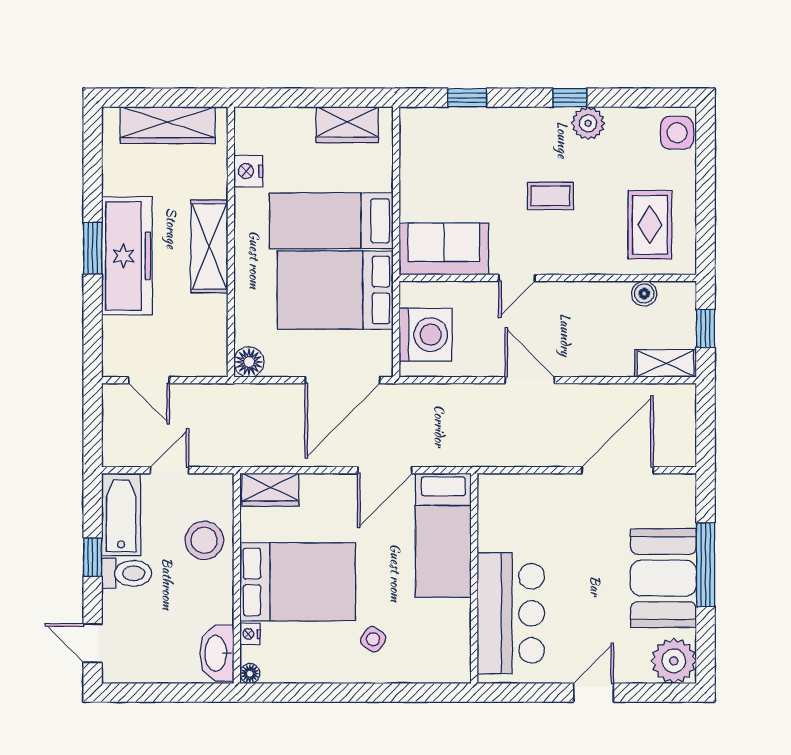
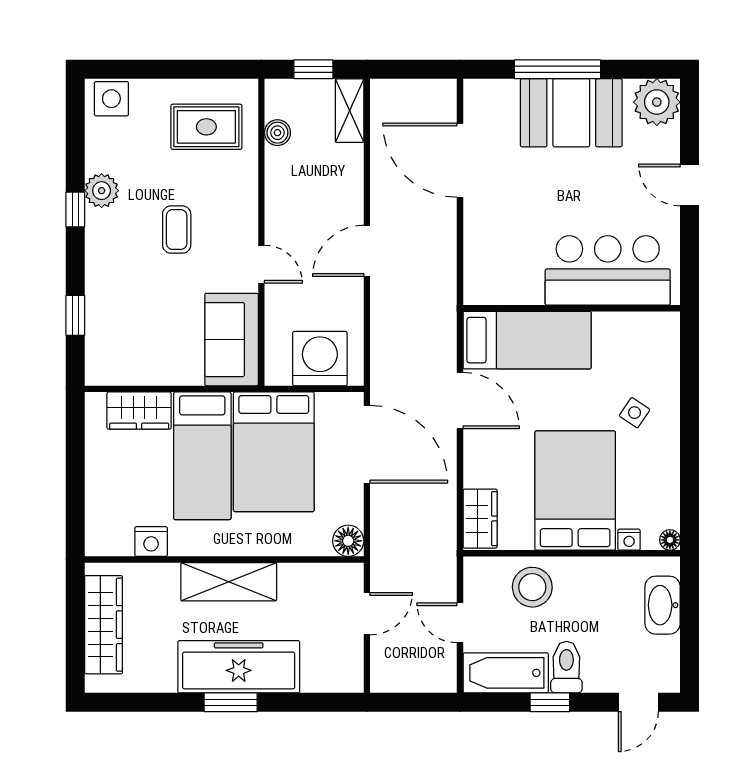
wardrobe: (347, 125) -> (139, 411), moved, turned 90
door: (149, 380) -> (367, 614), moved
washbasin: (217, 653) -> (663, 605), moved, turned 90

